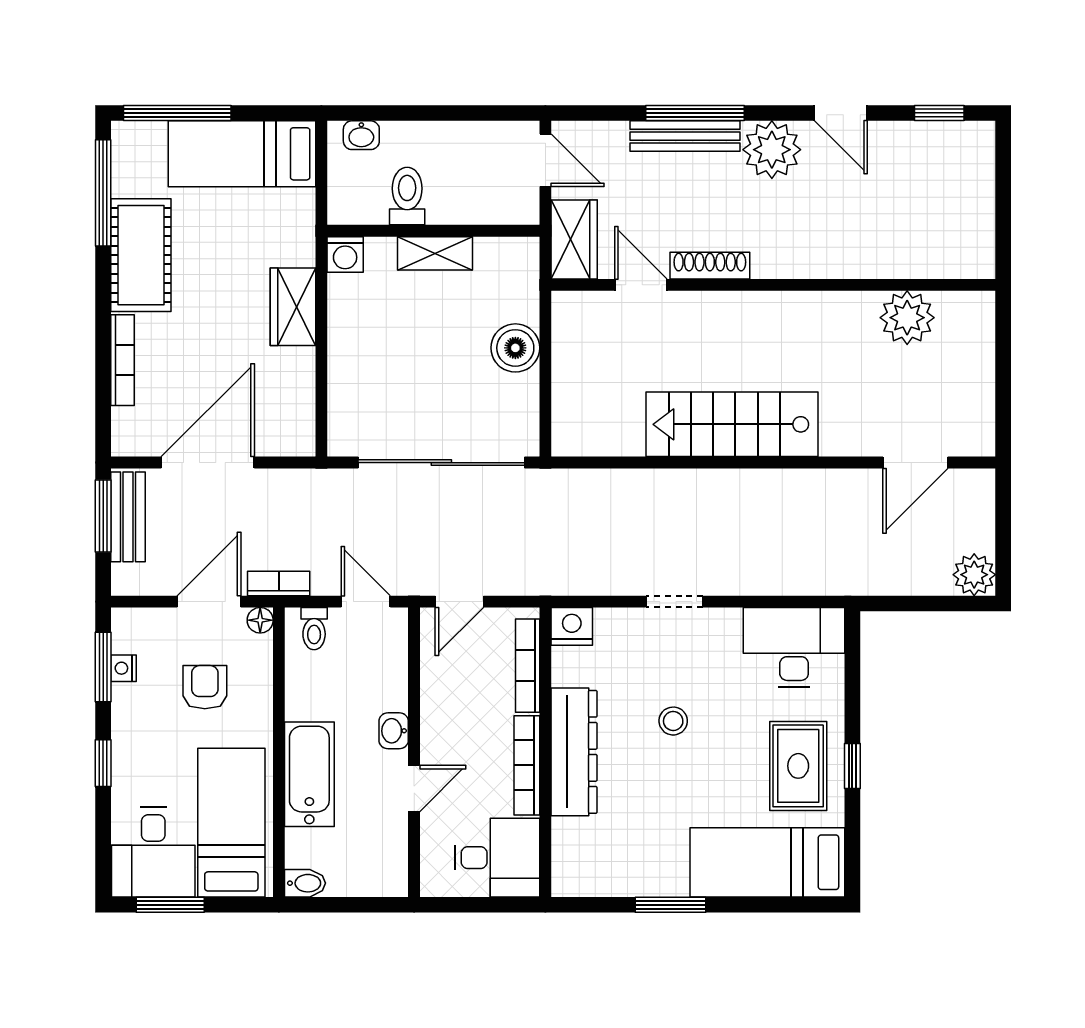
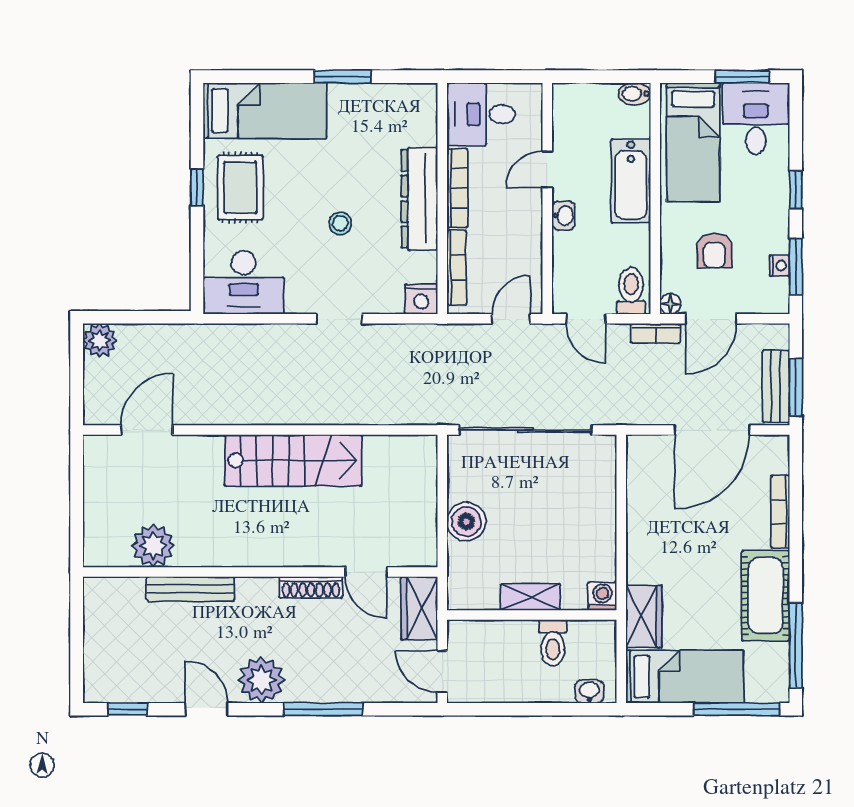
bench: (685, 136) -> (190, 589), moved
wardrobe: (293, 307) -> (644, 617), moved
toilet: (314, 629) -> (631, 291), width x1.37, depth x1.39

